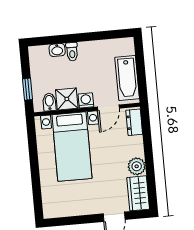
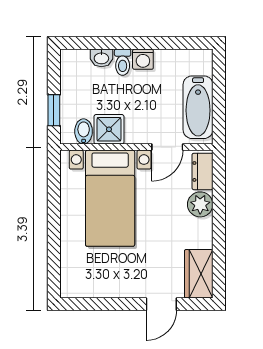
washing machine: (86, 100) -> (143, 59), moved, turned 180
plant: (137, 166) -> (200, 204), moved

